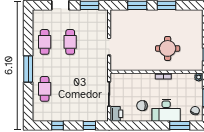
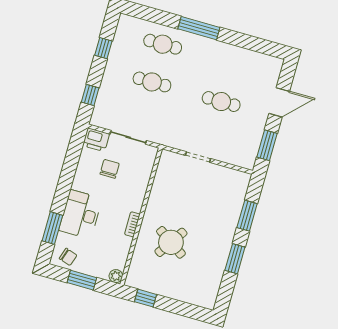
cafe table: (45, 42) -> (152, 82), moved
round table: (168, 48) -> (171, 242), turned 34
chair: (142, 106) -> (110, 169), moved

